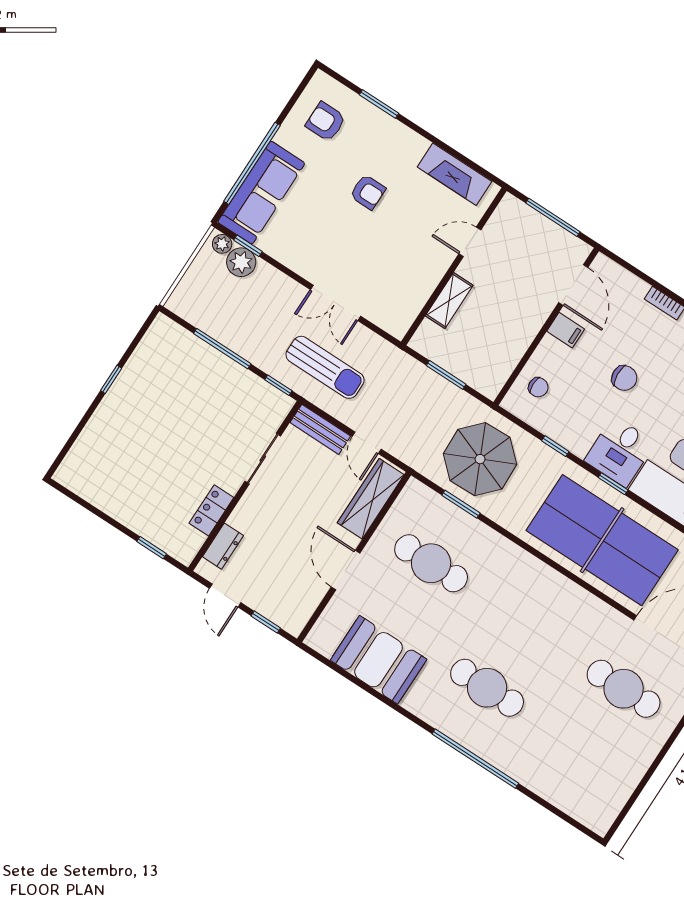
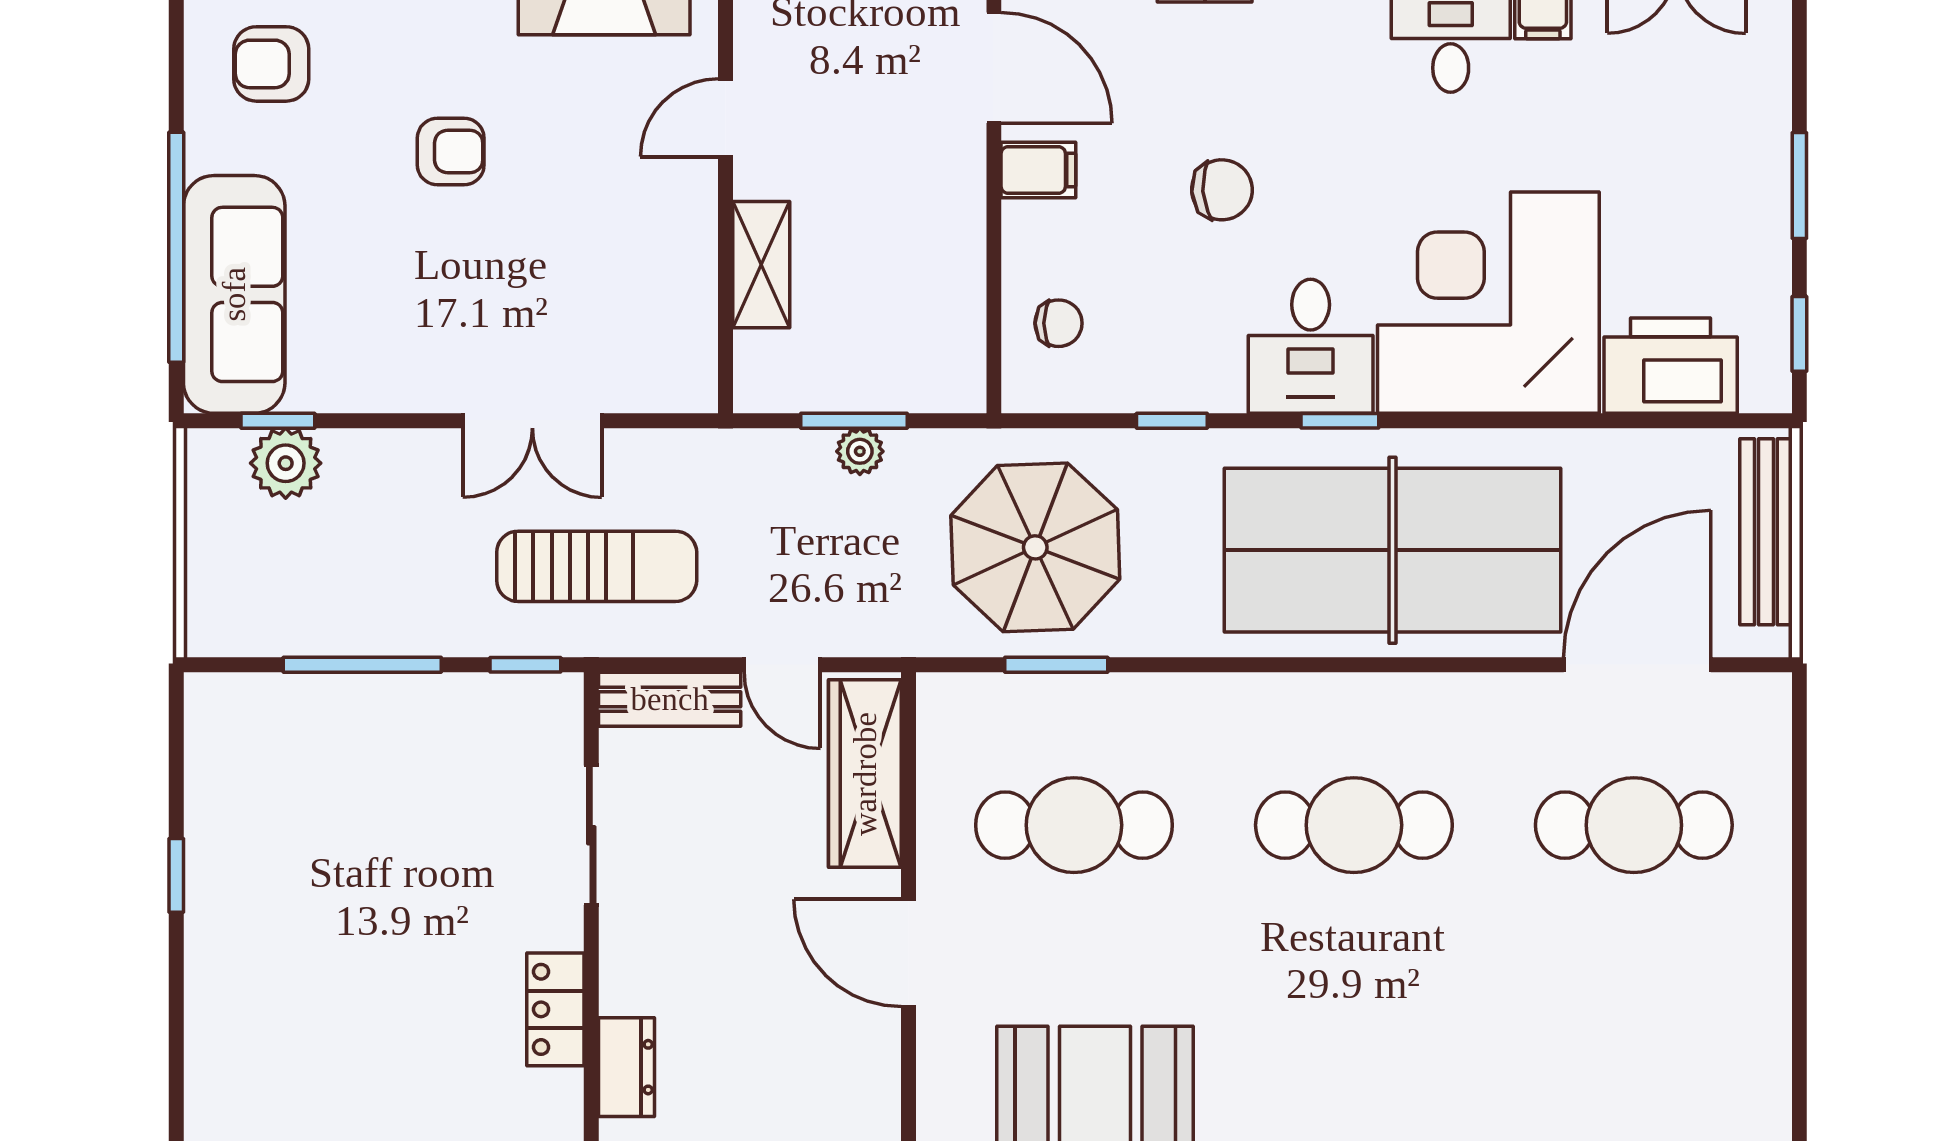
plant: (222, 244) -> (860, 451), moved
cafe table: (487, 688) -> (1354, 825), moved

